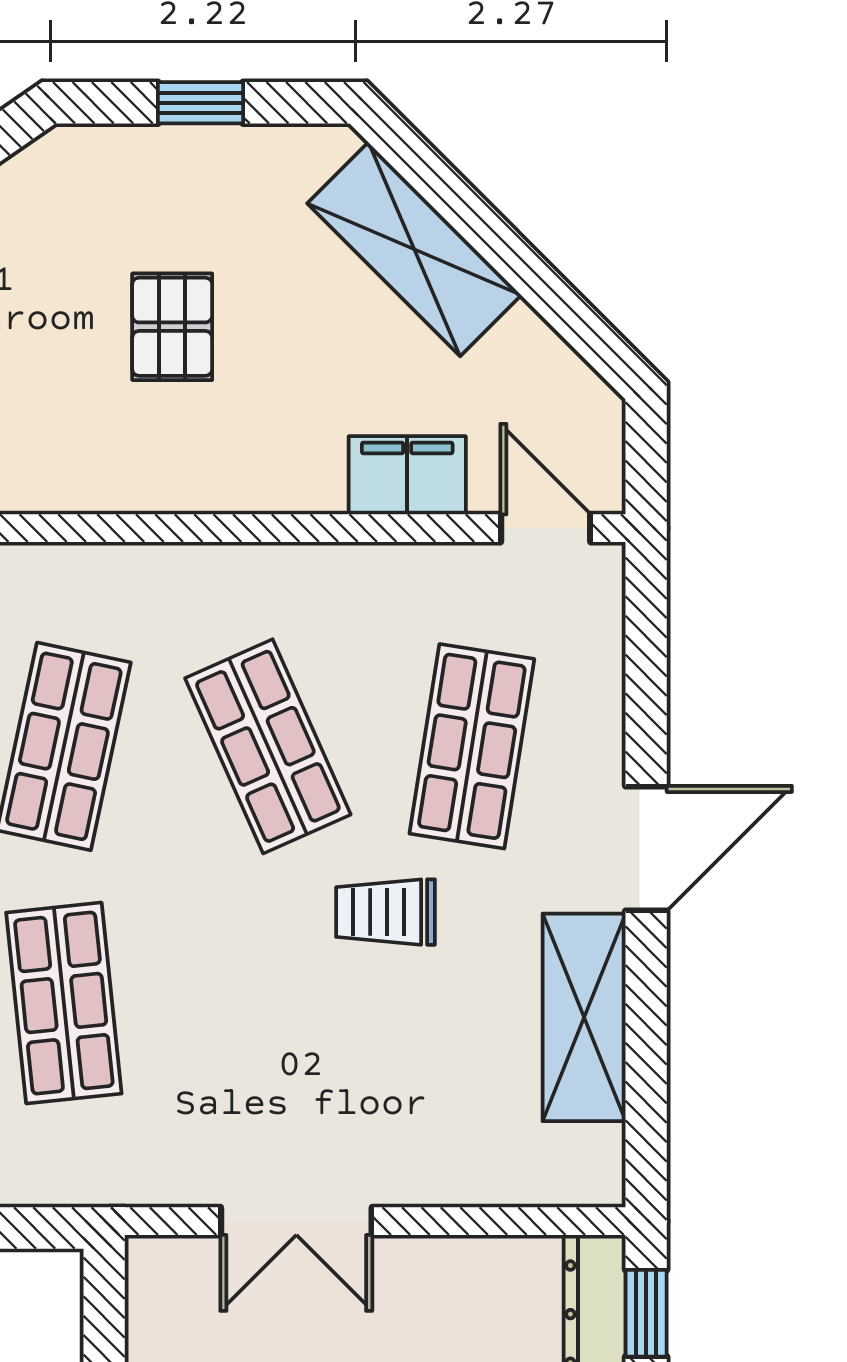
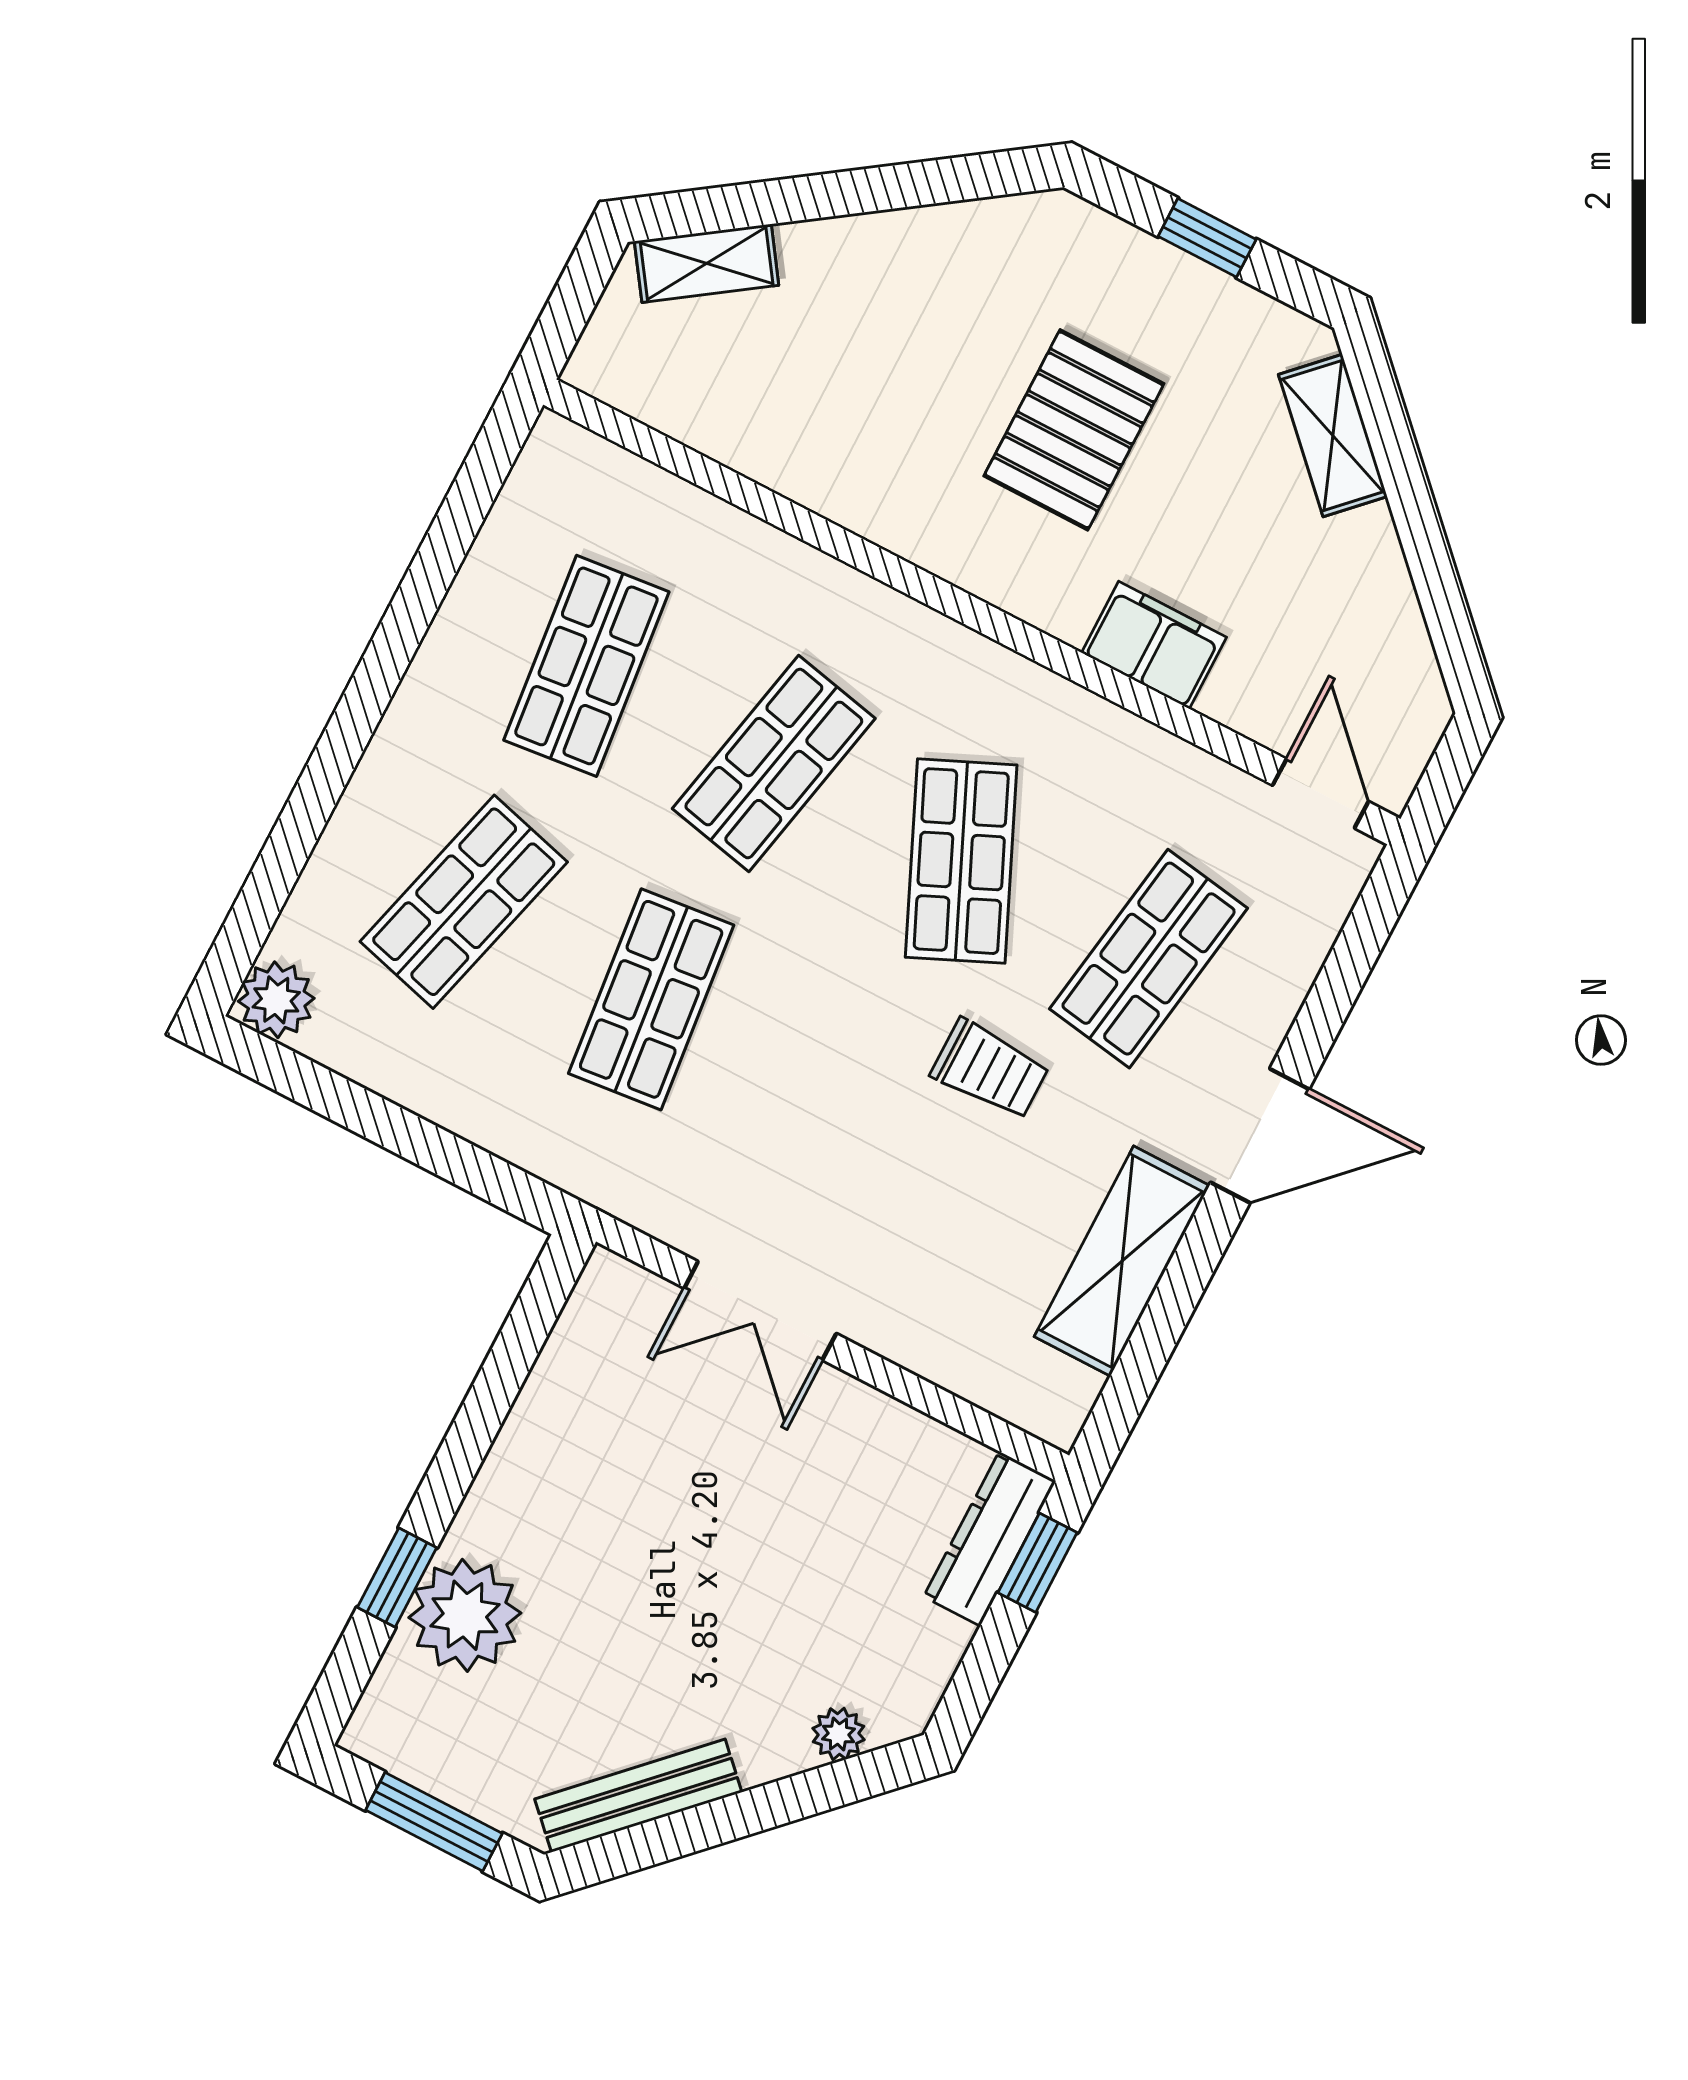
shelving: (414, 249) -> (1333, 435), width x0.67, depth x0.75
pallet: (172, 327) -> (1074, 430), width x1.50, depth x1.42
filing cabinet: (407, 475) -> (1154, 645), moved
trolley: (386, 912) -> (990, 1070), turned 180

